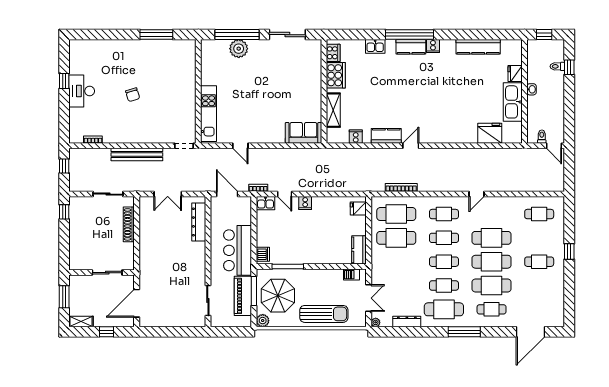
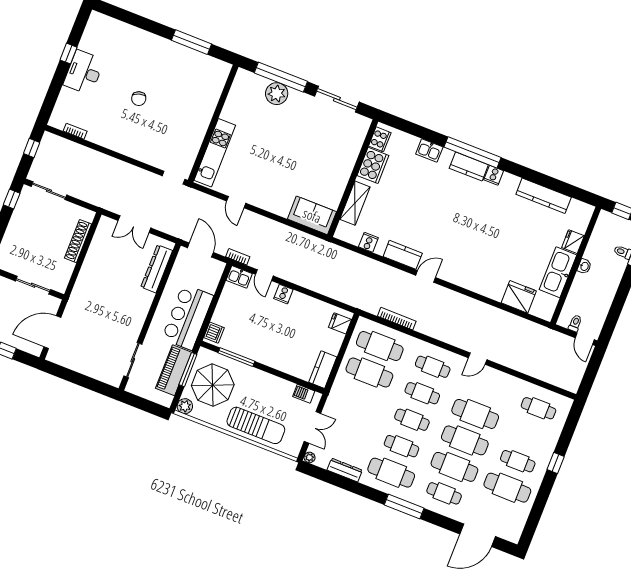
bench: (137, 155) -> (117, 167), removed
sliding door: (108, 194) -> (49, 191), moved
cafe table: (539, 286) -> (507, 488), added

